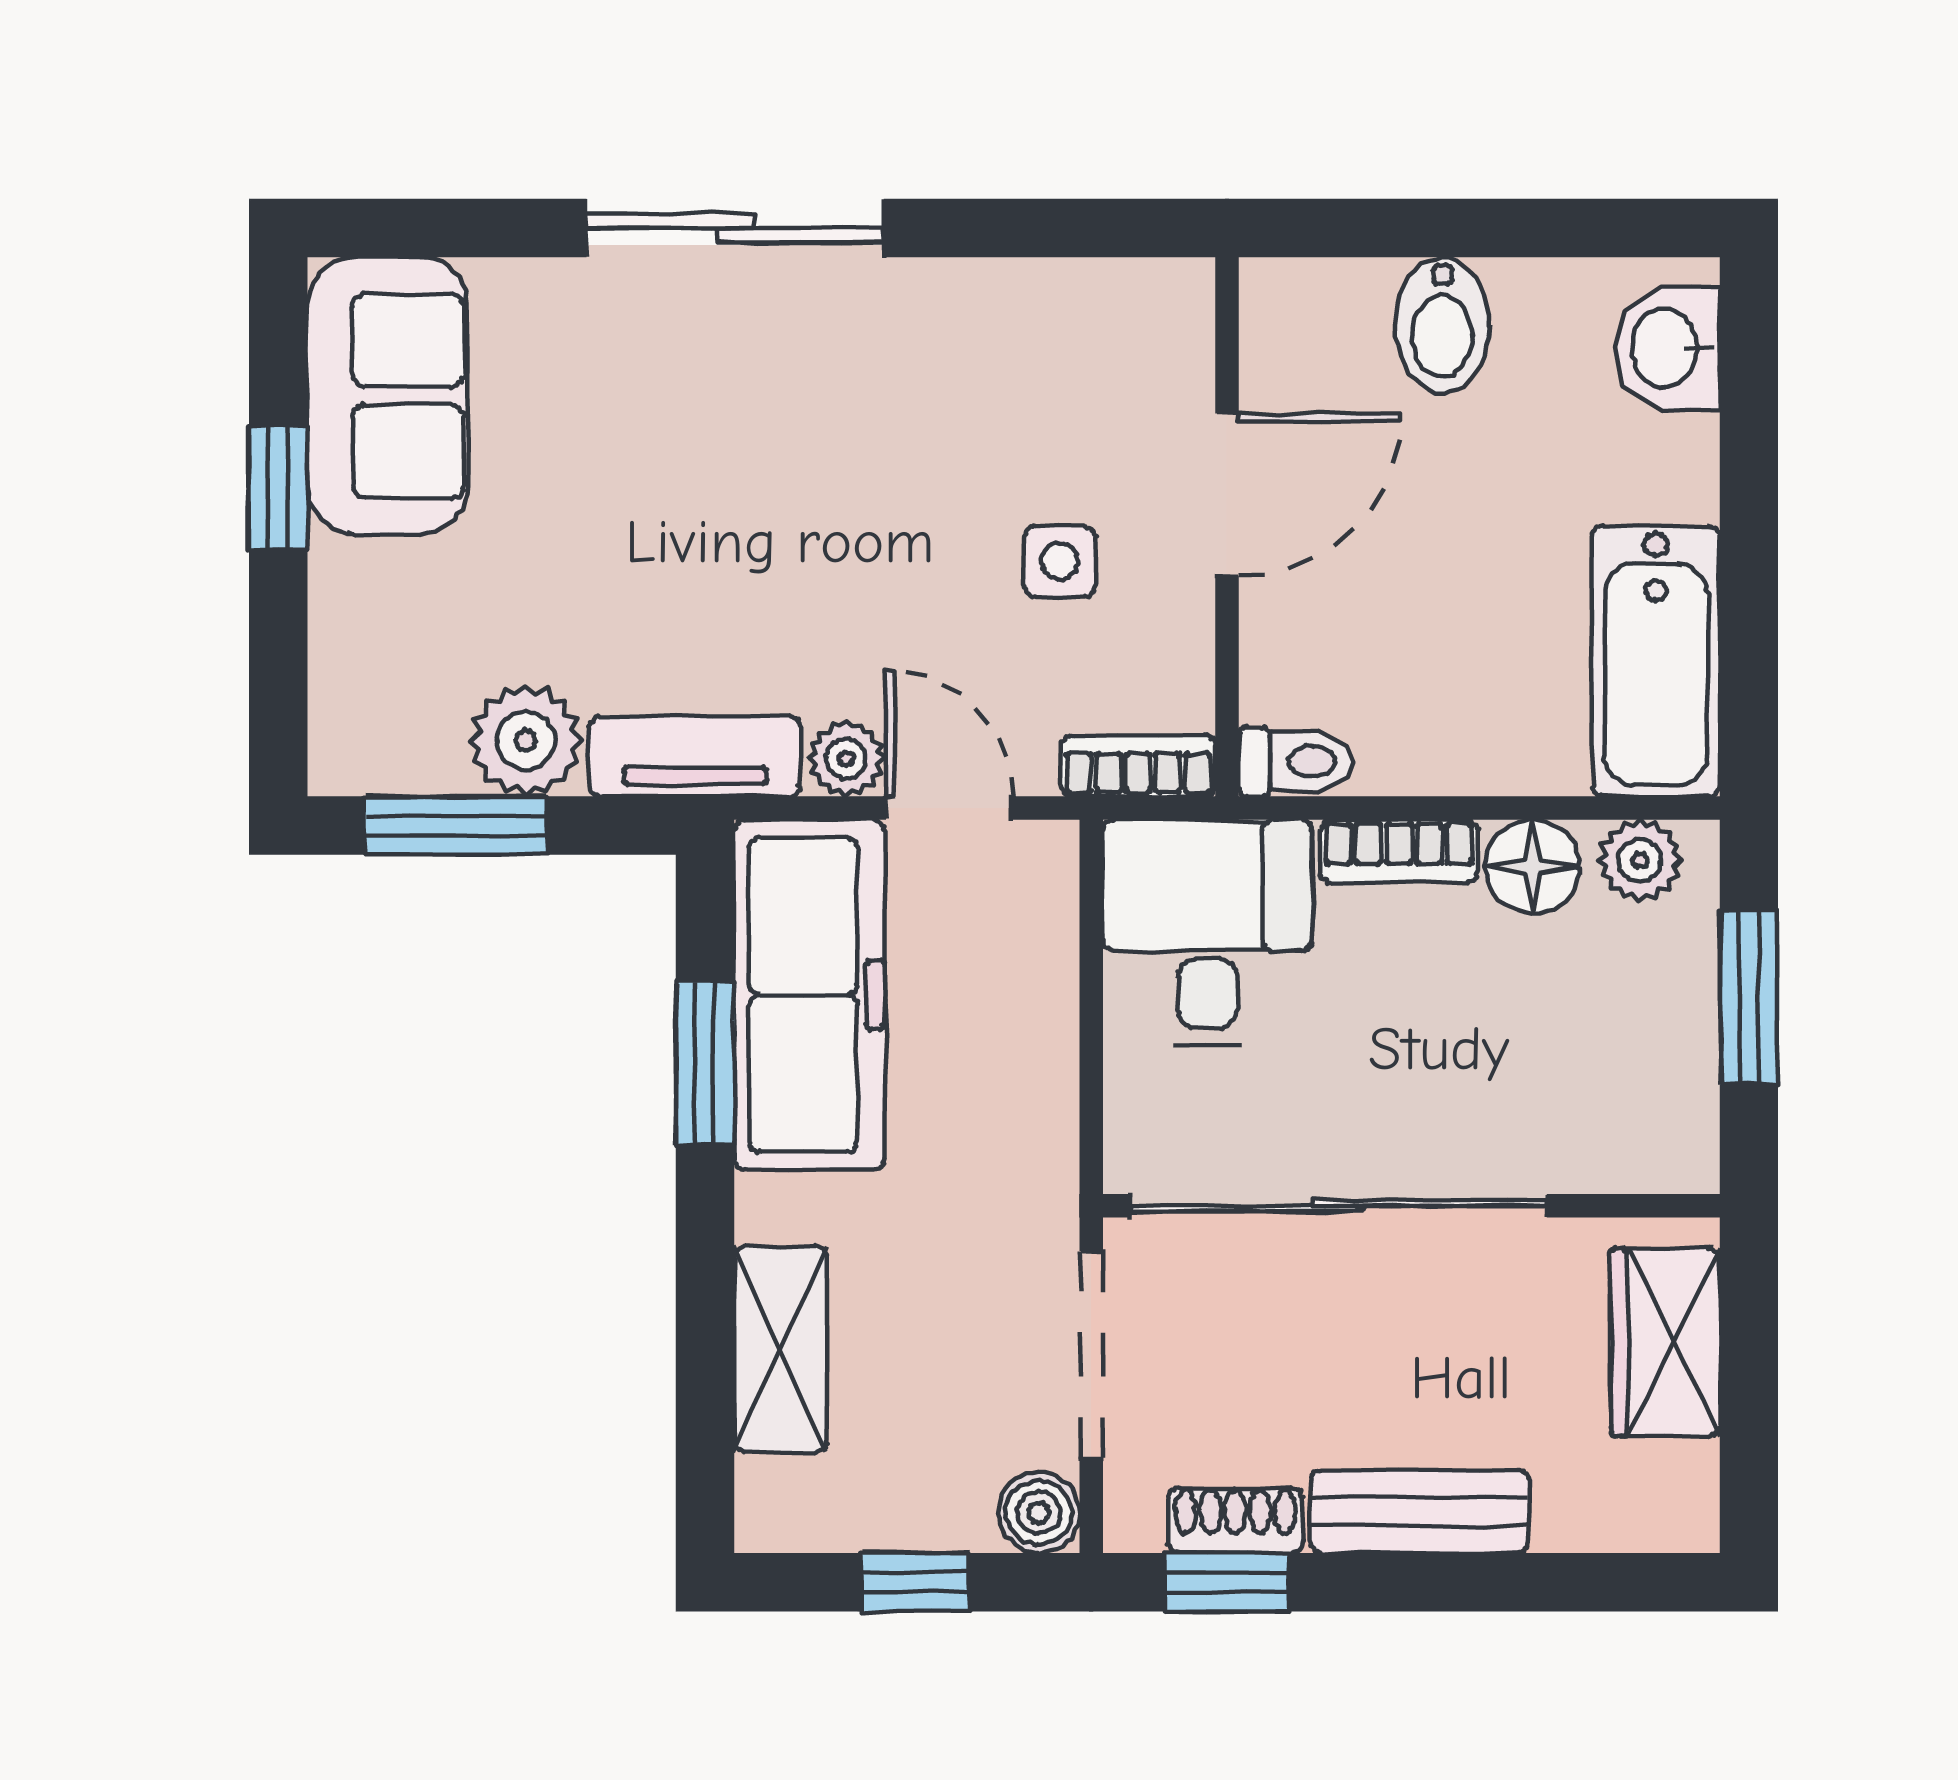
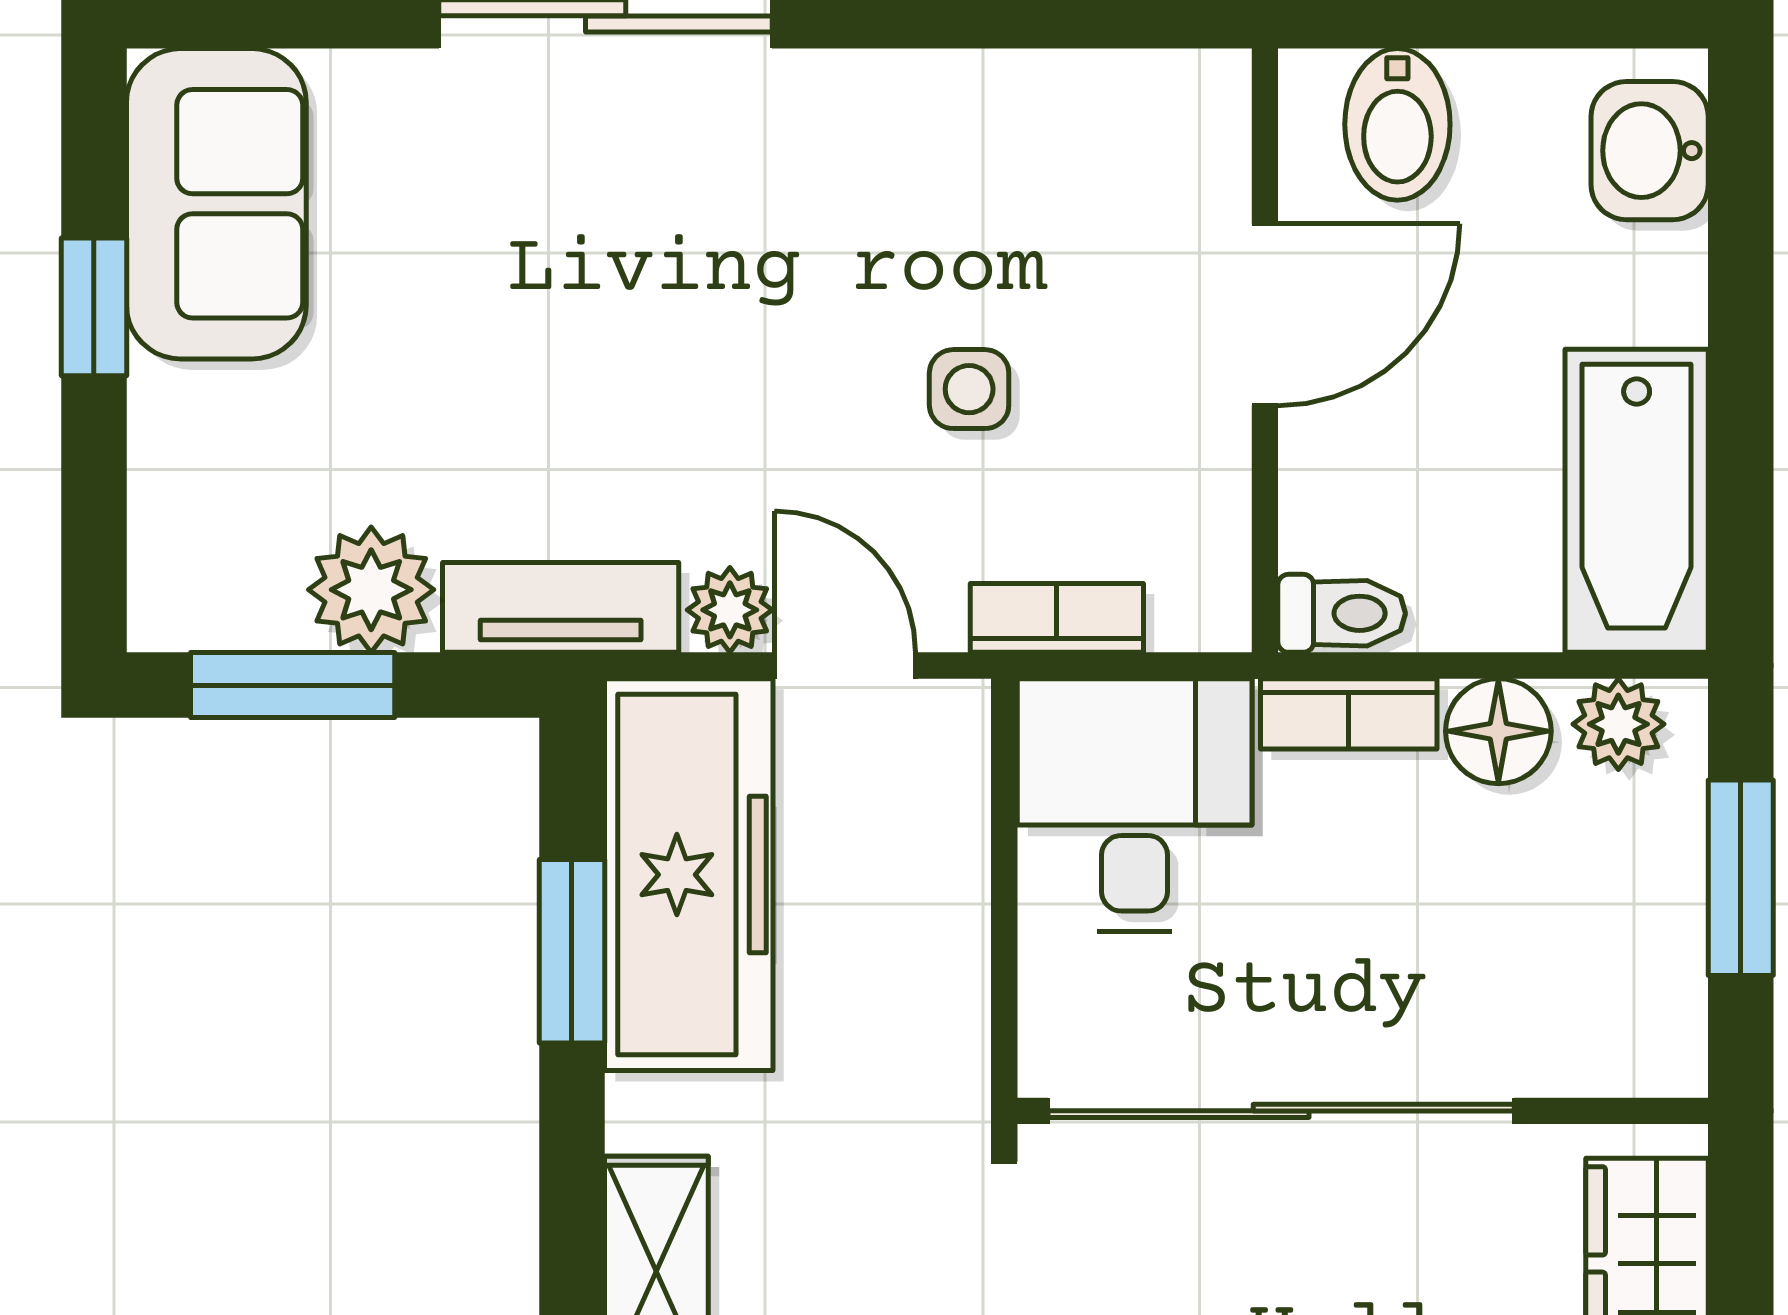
door: (1227, 495) -> (1265, 315), moved
wall: (1227, 527) -> (1265, 350), moved
toilet: (1296, 761) -> (1342, 613), moved

